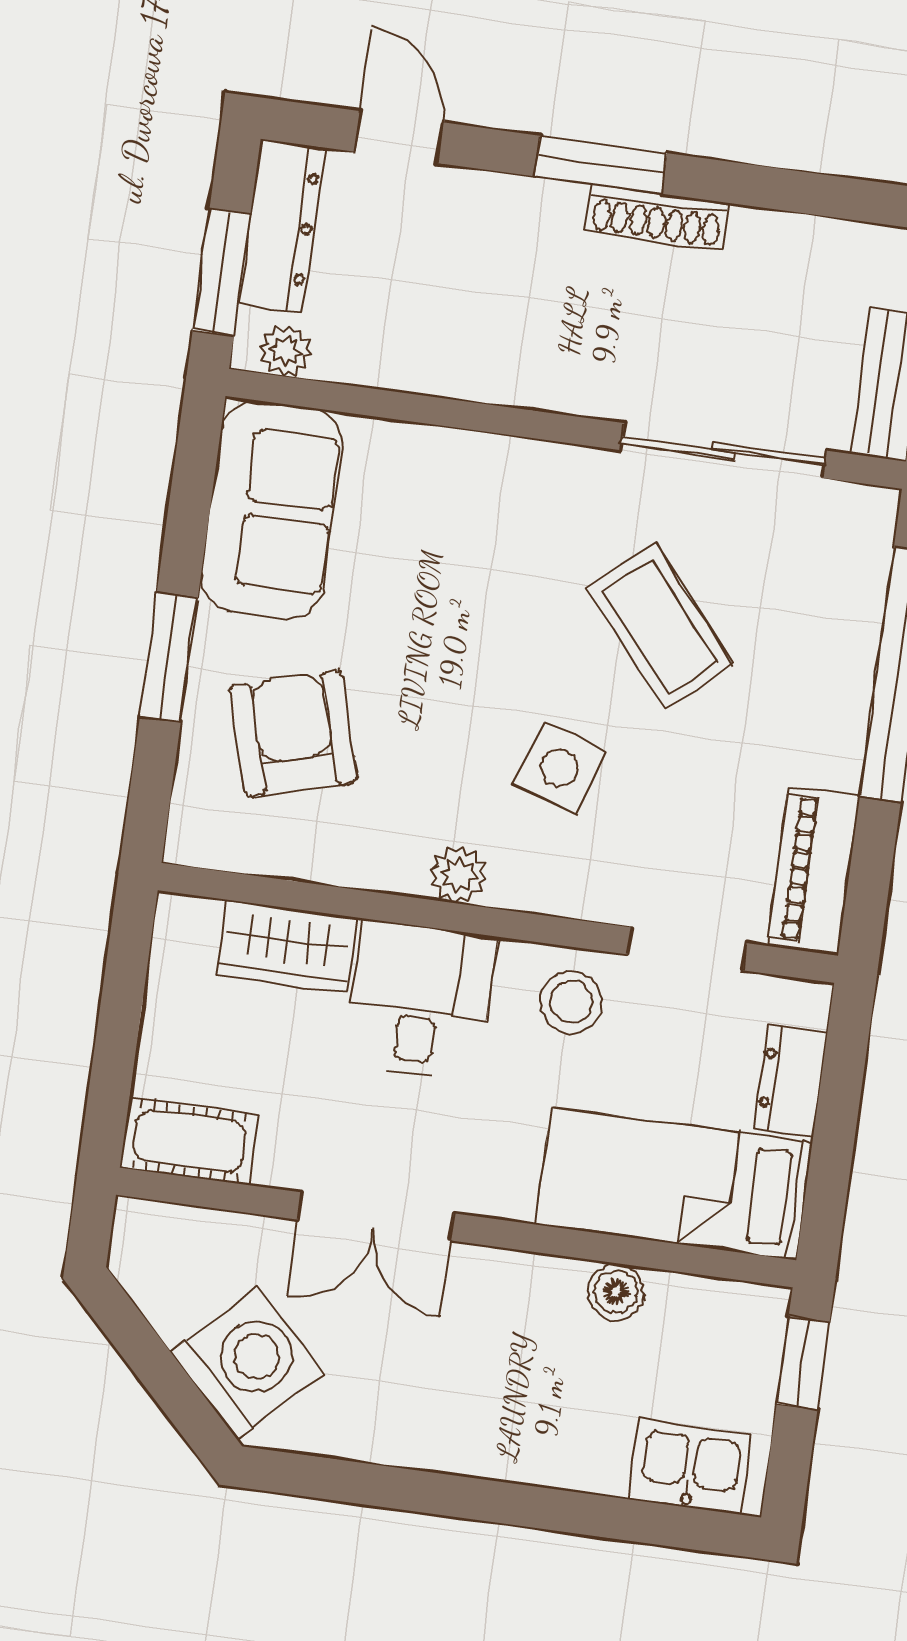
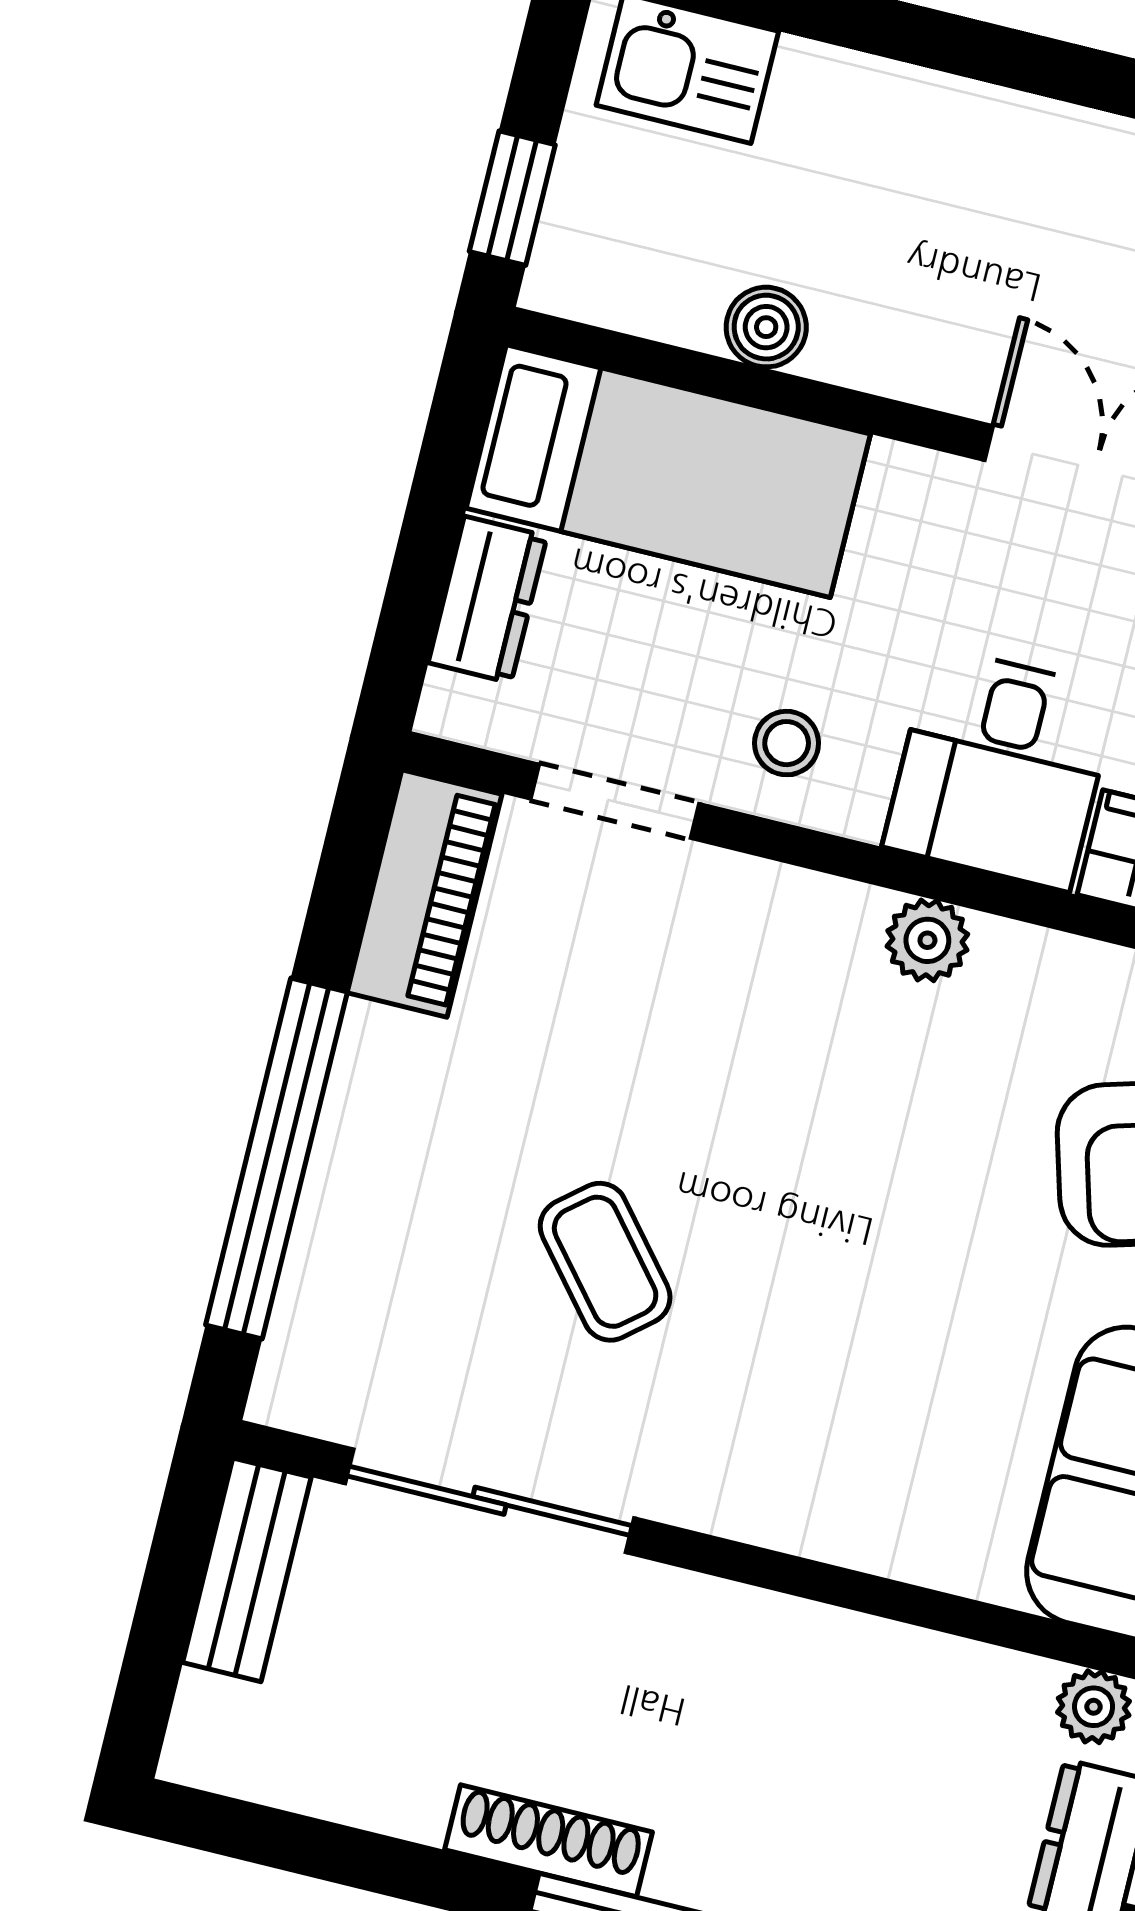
coffee table: (660, 626) -> (605, 1262), width x0.73, depth x0.77
side table: (560, 768) -> (768, 1076), removed
stool: (571, 1002) -> (787, 743), width x0.73, depth x0.73

